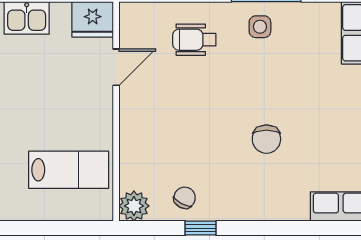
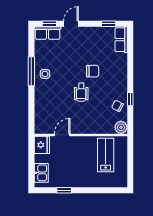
wheelchair: (194, 40) -> (81, 92), moved
door: (116, 67) -> (62, 135), hinge flipped

